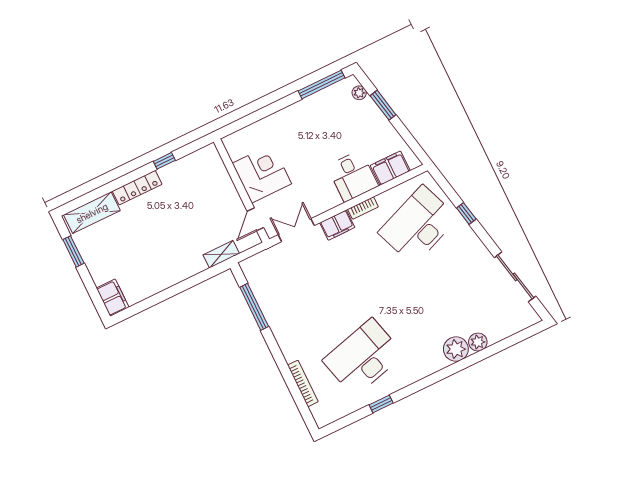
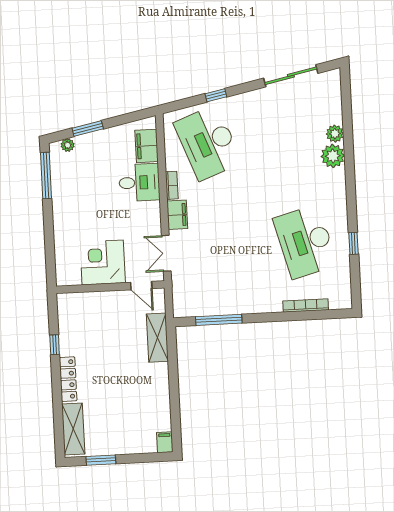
shelving: (221, 254) -> (157, 338), width x1.50, depth x1.33
filing cabinet: (113, 298) -> (165, 442), width x0.50

